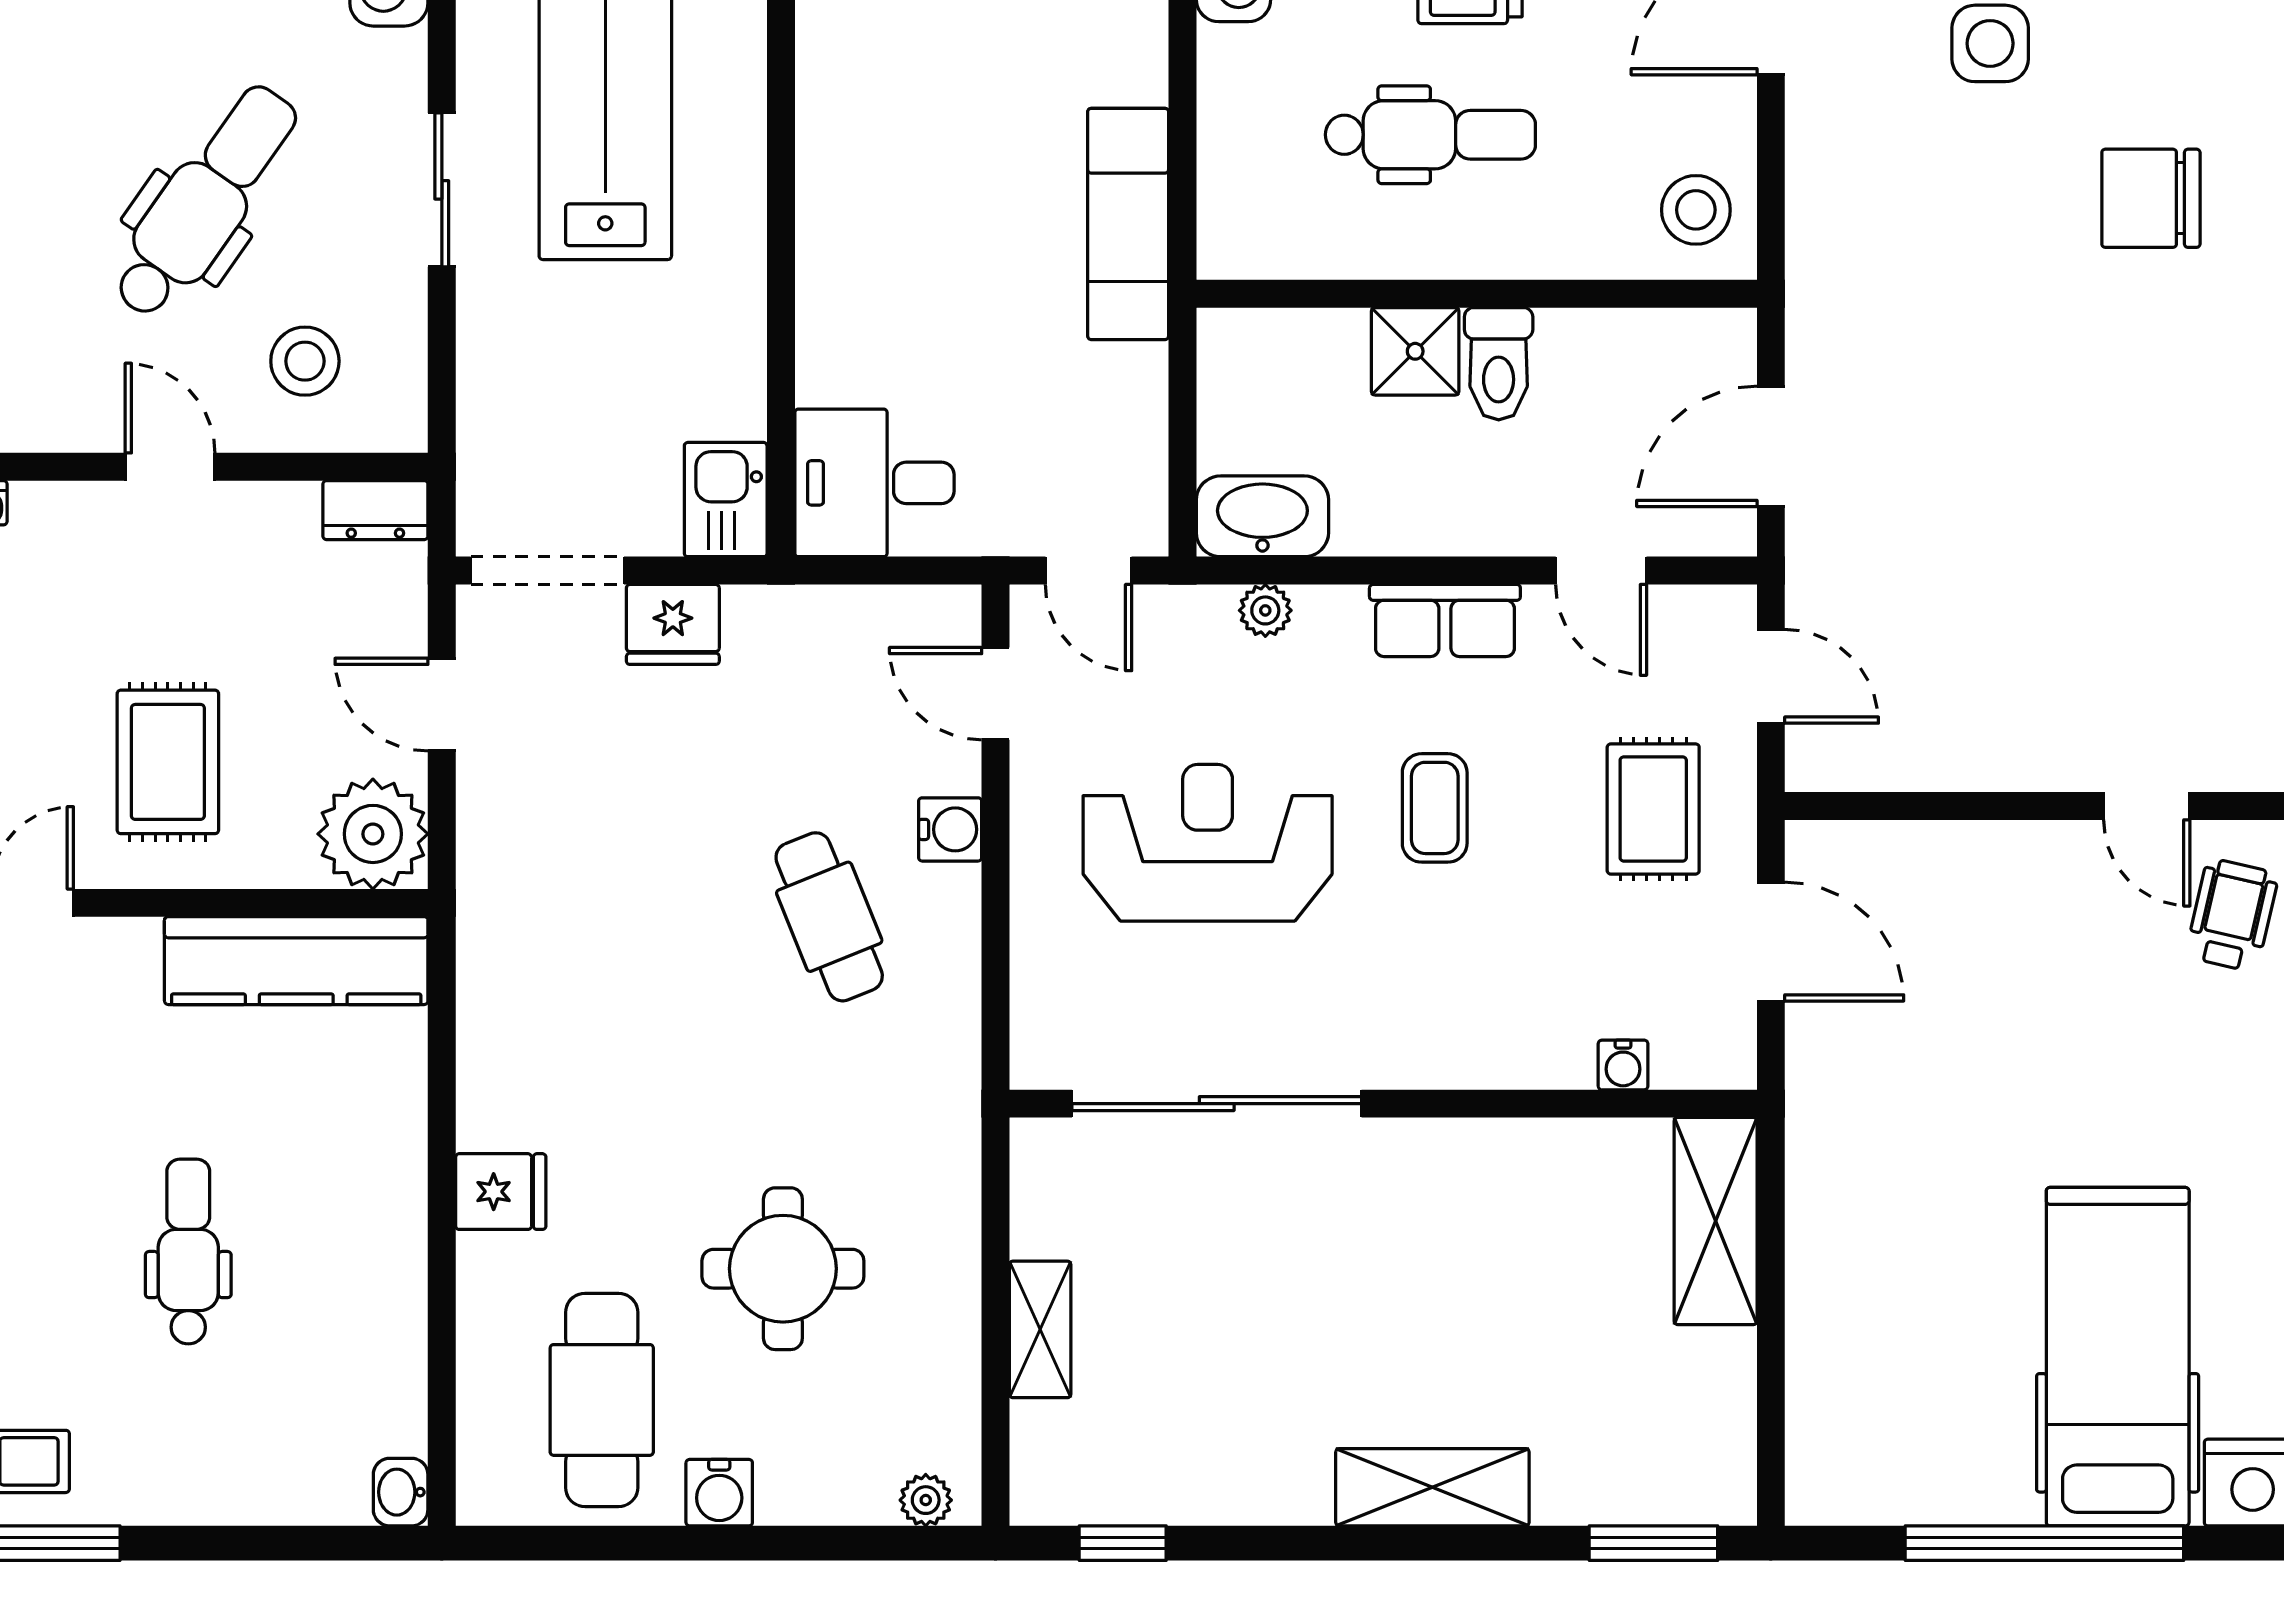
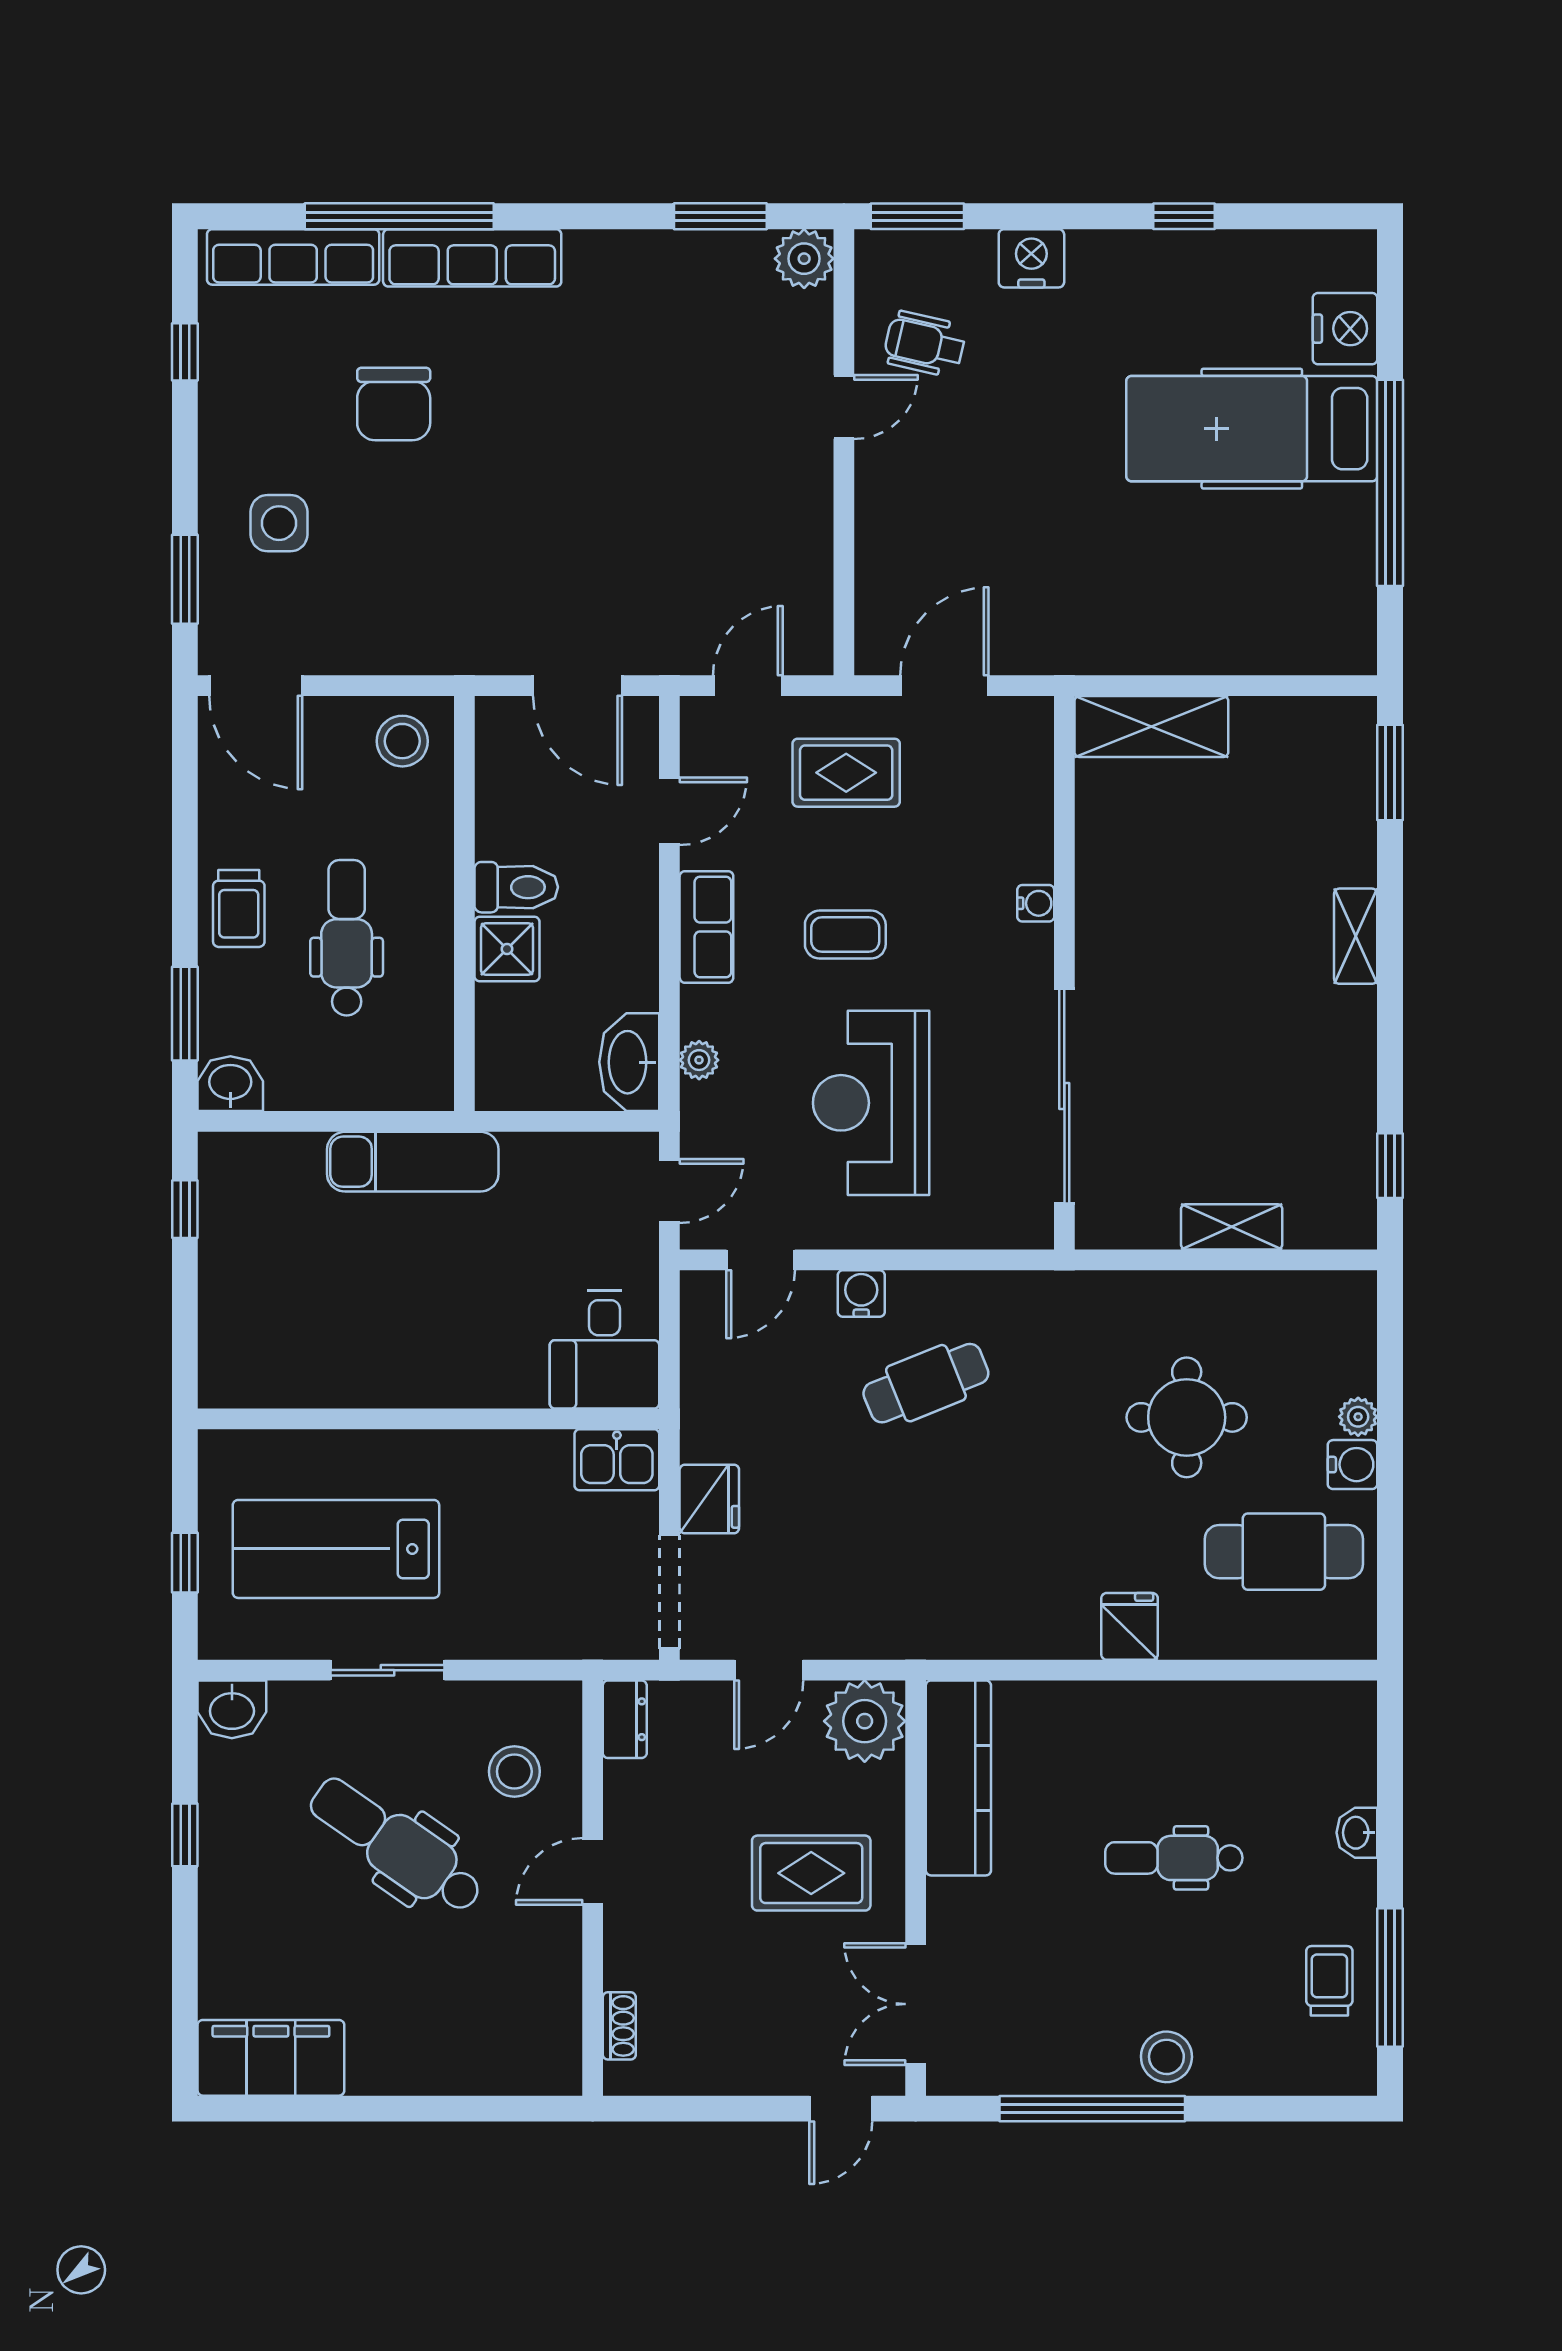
water cooler: (1623, 1065) -> (1036, 903), moved
shelving: (1432, 1487) -> (1356, 936), width x0.67, depth x0.75
washbasin: (401, 1492) -> (1357, 1833), moved, turned 90
plant: (926, 1500) -> (1358, 1417), moved

